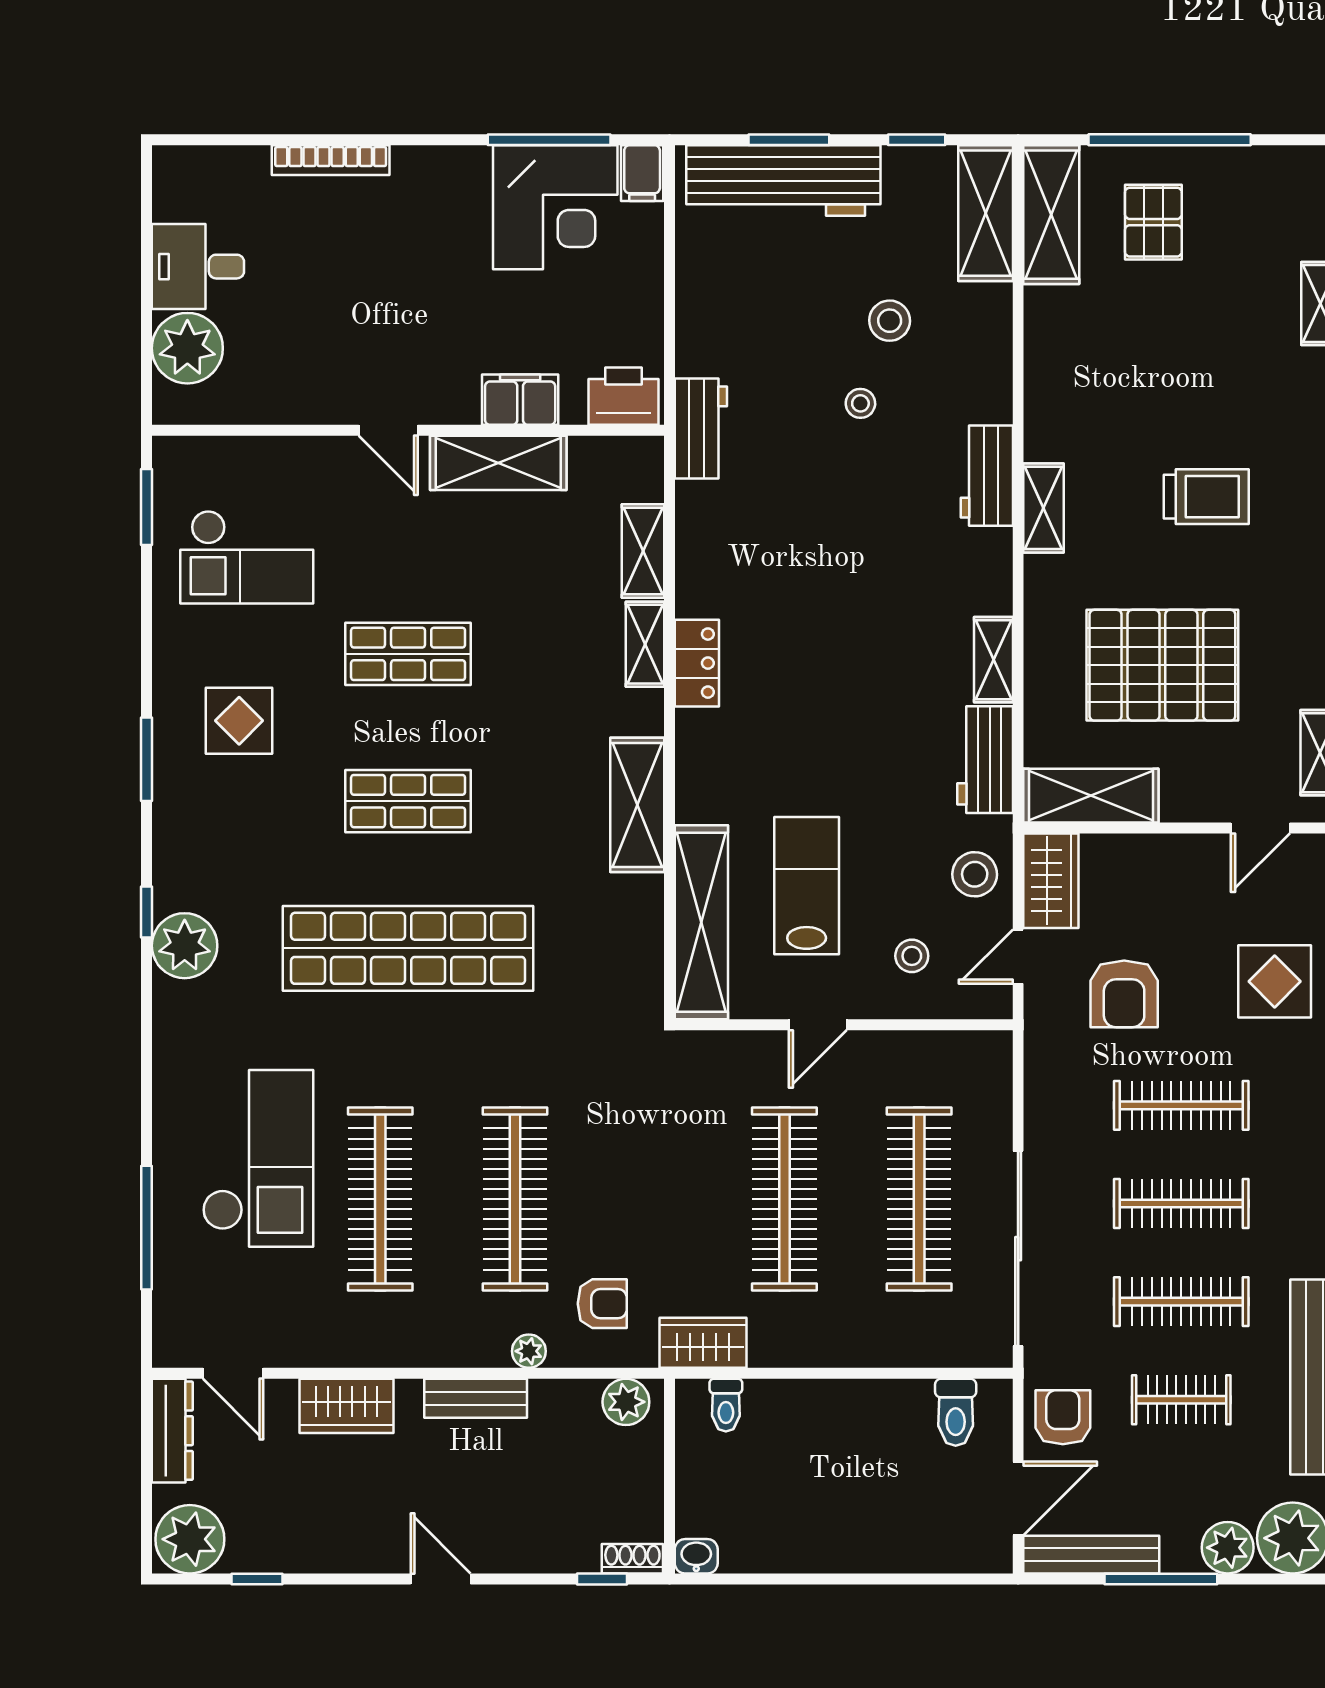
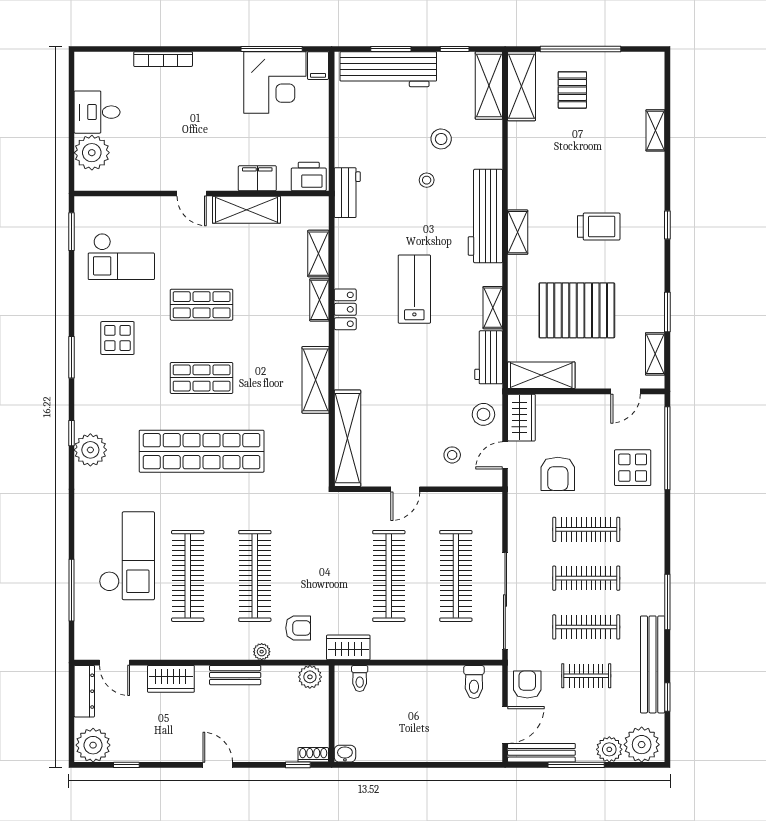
workbench: (987, 476) -> (485, 216), width x1.88, depth x1.32
lab bench: (807, 886) -> (414, 289), moved

